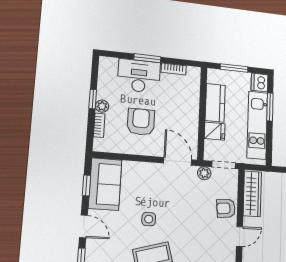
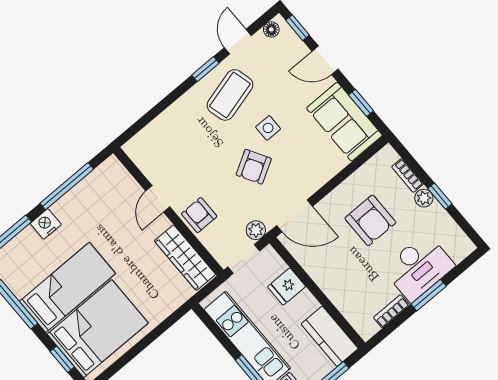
kitchen counter: (215, 103) -> (330, 336), moved
armchair: (175, 206) -> (254, 167), added
armchair: (226, 208) -> (199, 215), turned -84

